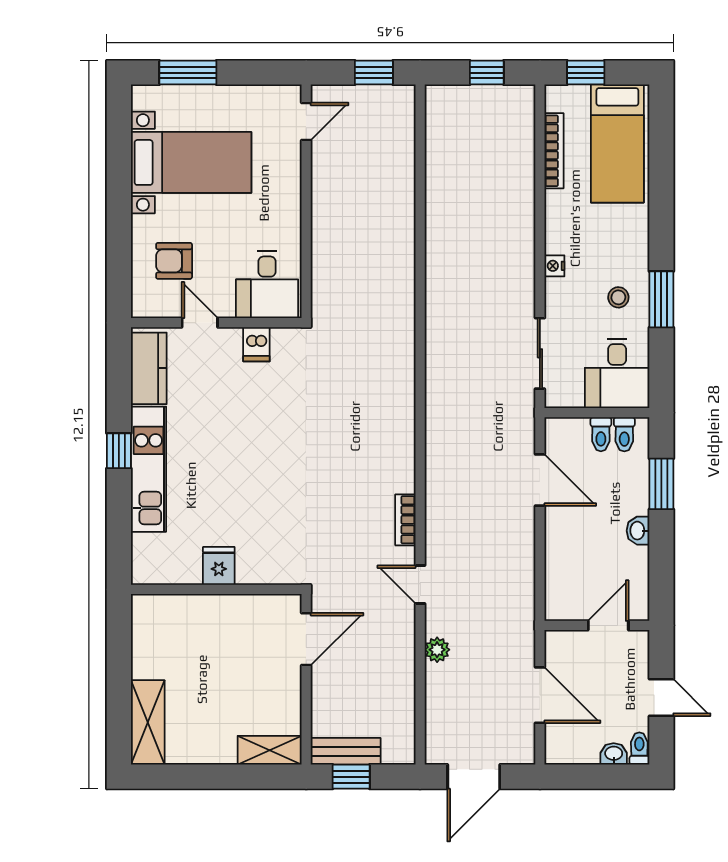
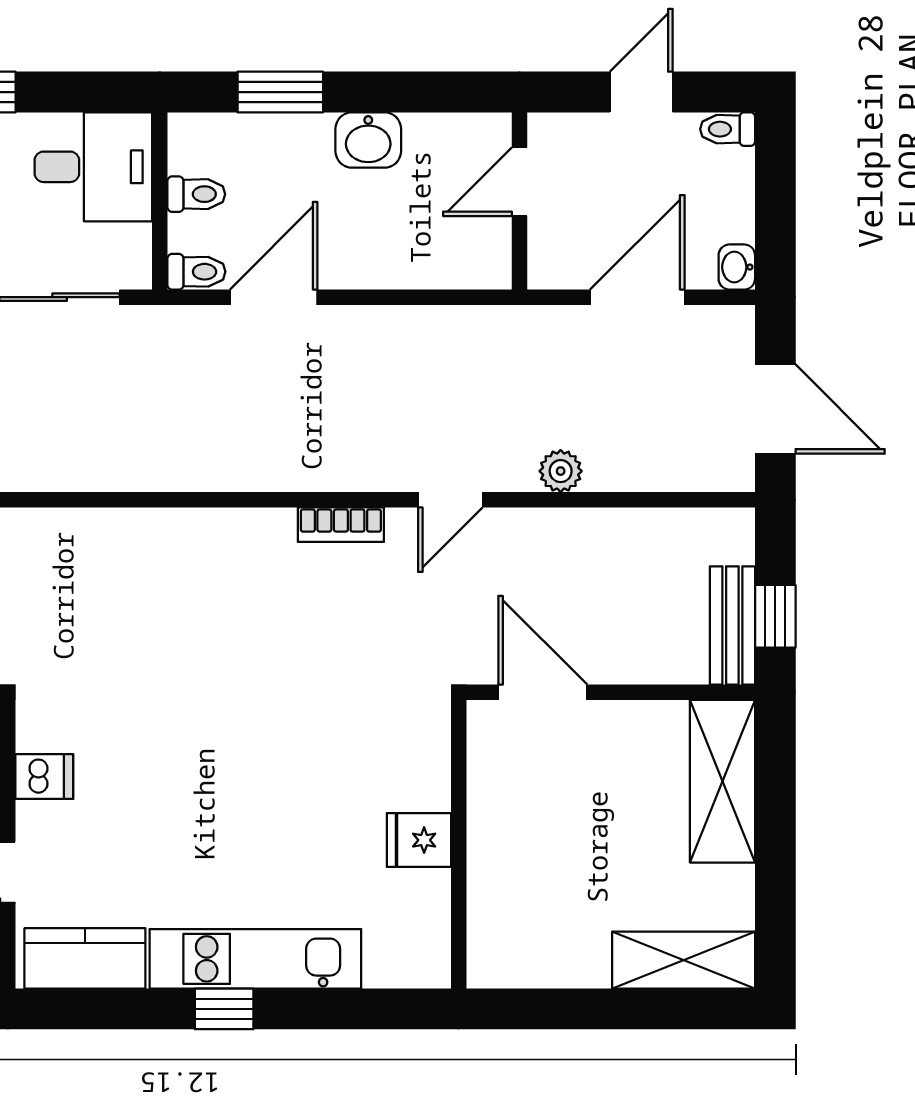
toilet: (624, 434) -> (196, 272), moved
washbasin: (638, 531) -> (368, 140), width x1.38, depth x1.45
door: (608, 625) -> (519, 182), hinge flipped
shelving: (270, 750) -> (723, 781), width x1.50, depth x1.33
washbasin: (614, 754) -> (737, 267), moved

